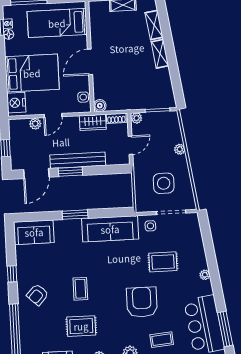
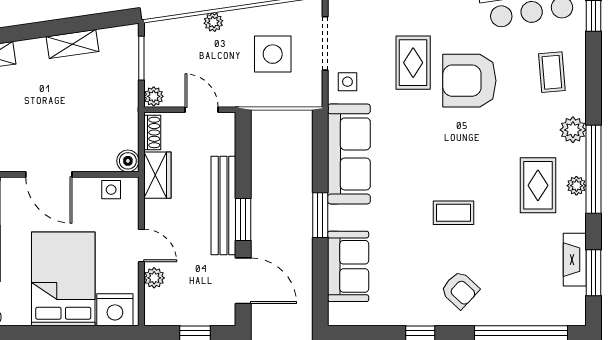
shelving: (160, 54) -> (72, 44), moved
sofa: (34, 232) -> (348, 266), moved
armchair: (142, 302) -> (469, 81), moved
rug: (81, 326) -> (538, 185), moved

